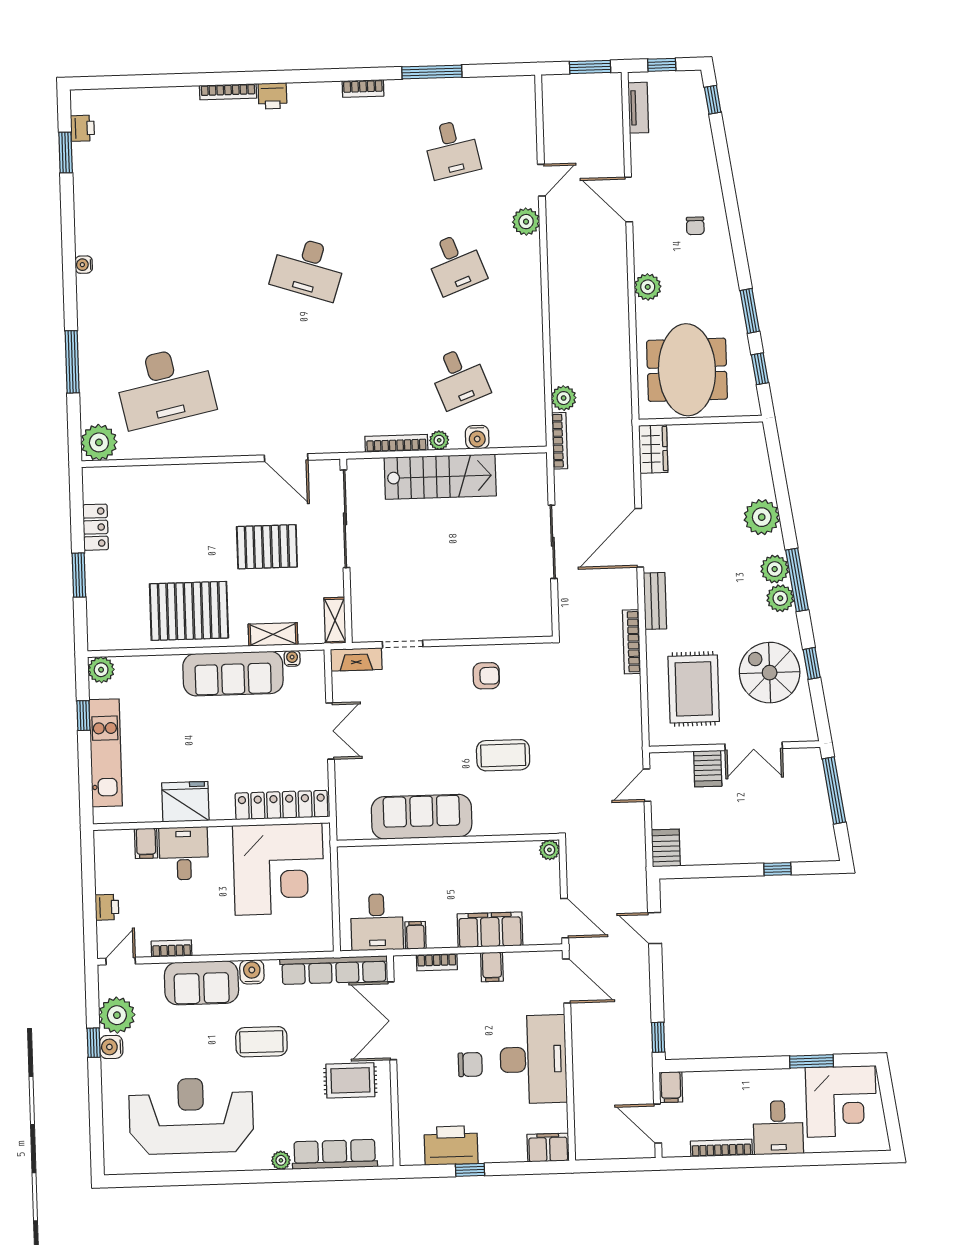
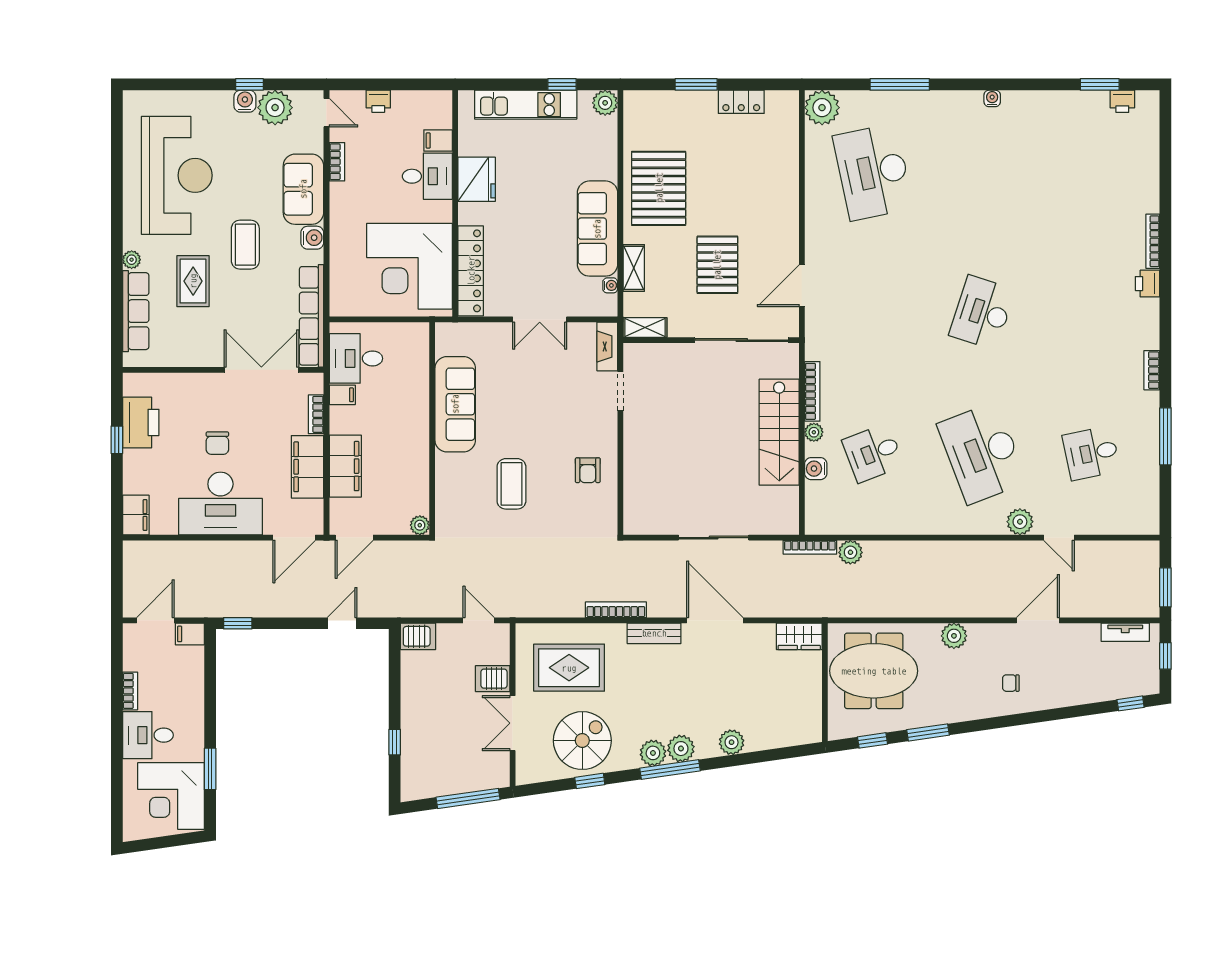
desk: (455, 263) -> (982, 453), width x1.87, depth x1.30
plant: (762, 517) -> (732, 742), width x0.73, depth x0.73
filing cabinet: (492, 967) -> (308, 467), width x3.00, depth x1.17
rug: (350, 1080) -> (193, 281), moved
bookcase: (721, 1148) -> (130, 691), width x0.64

